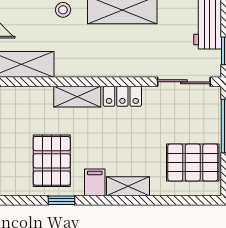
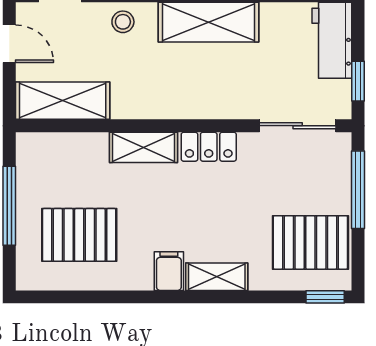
pallet: (52, 161) -> (79, 235), moved, turned 90
window: (62, 200) -> (325, 297), moved

